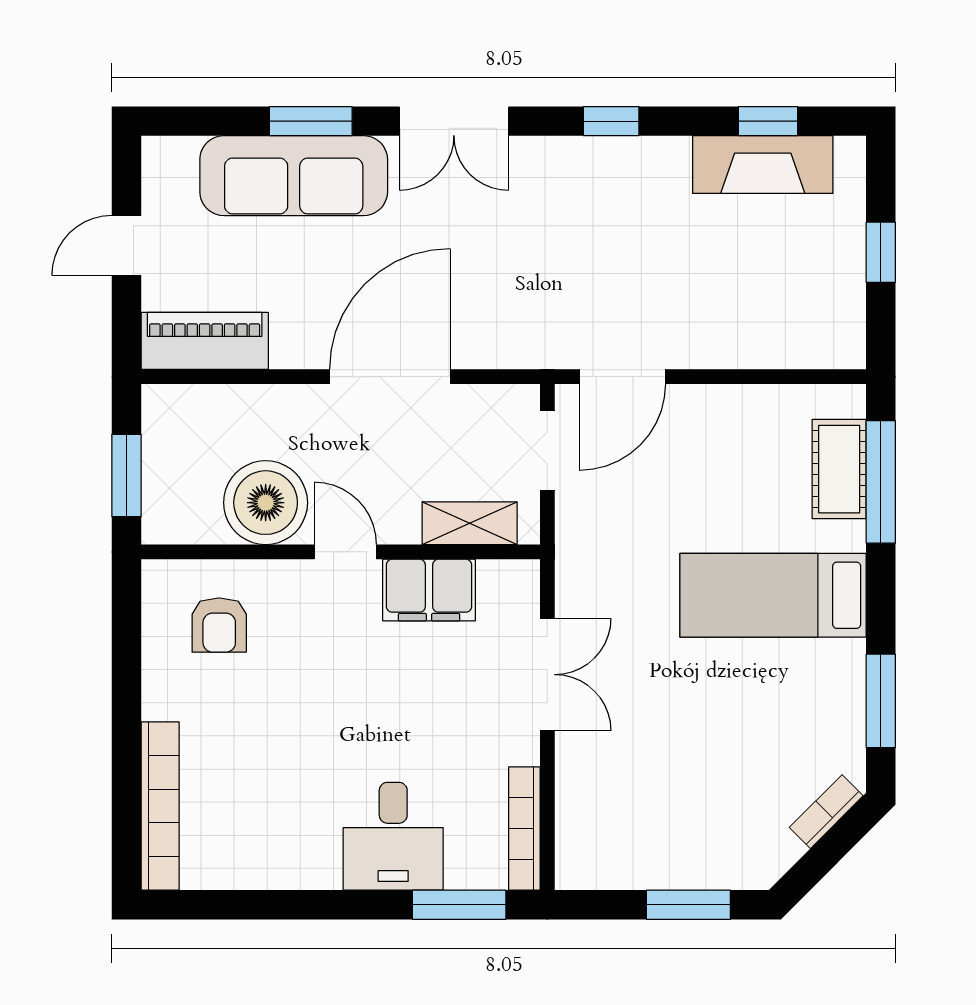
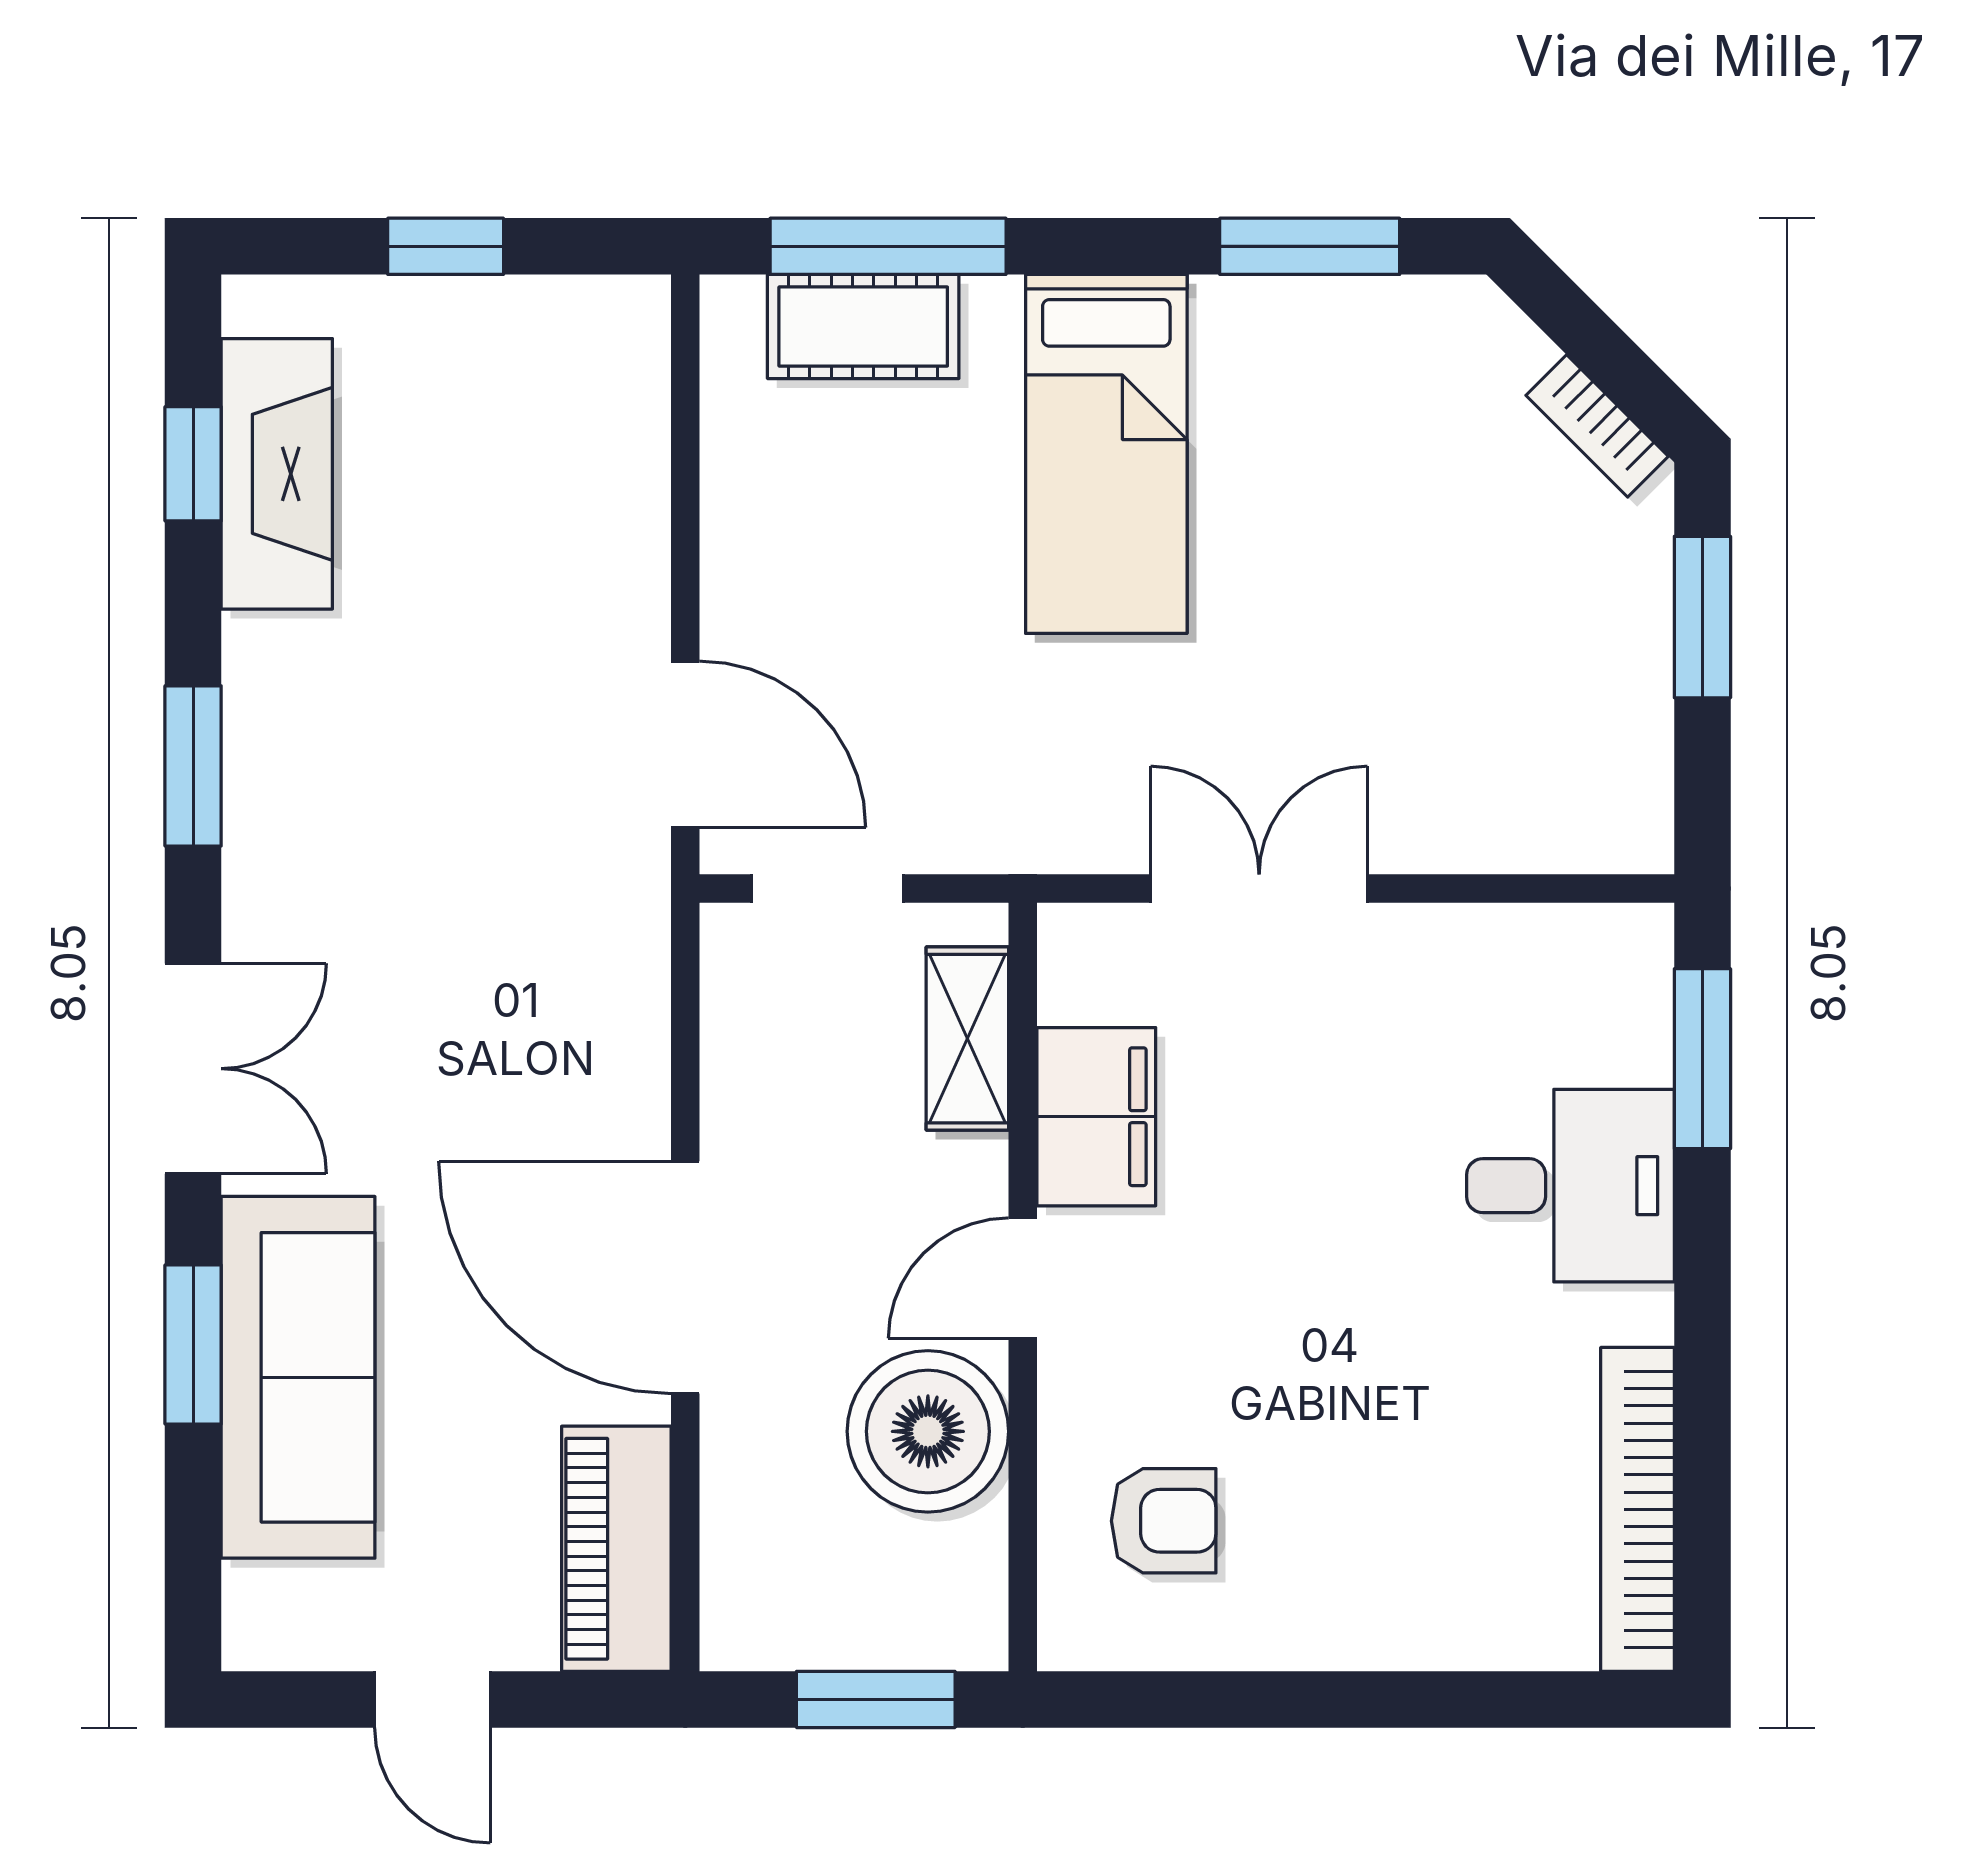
window: (611, 121) -> (193, 766), width x1.50
door: (390, 377) -> (685, 1277), moved
bookcase: (160, 806) -> (1638, 1509), moved, turned -90
bookcase: (826, 812) -> (1597, 426), moved
bookcase: (524, 829) -> (1556, 933), removed

